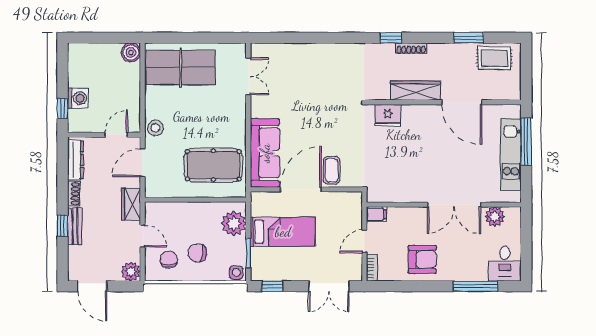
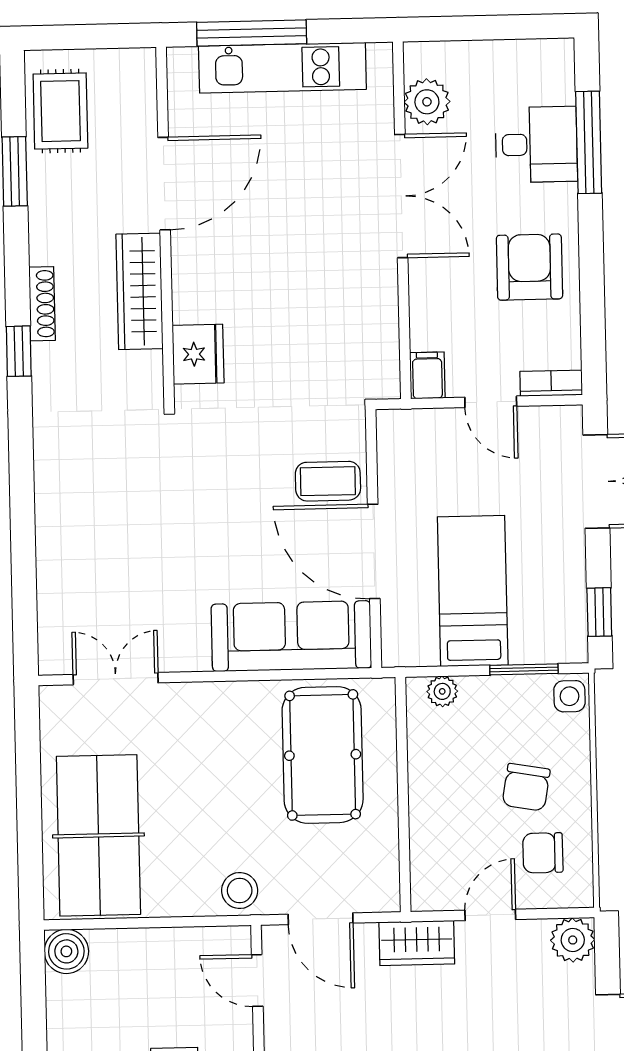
plant: (234, 223) -> (442, 691), width x0.53, depth x0.53
desk: (505, 264) -> (536, 144), moved

